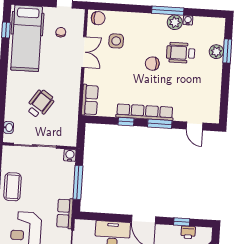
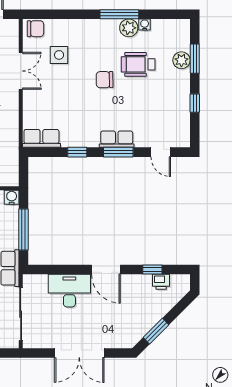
window: (225, 87) -> (195, 103), added
row of seats: (90, 100) -> (41, 138), moved, turned -90
row of seats: (145, 112) -> (117, 139), width x0.50

